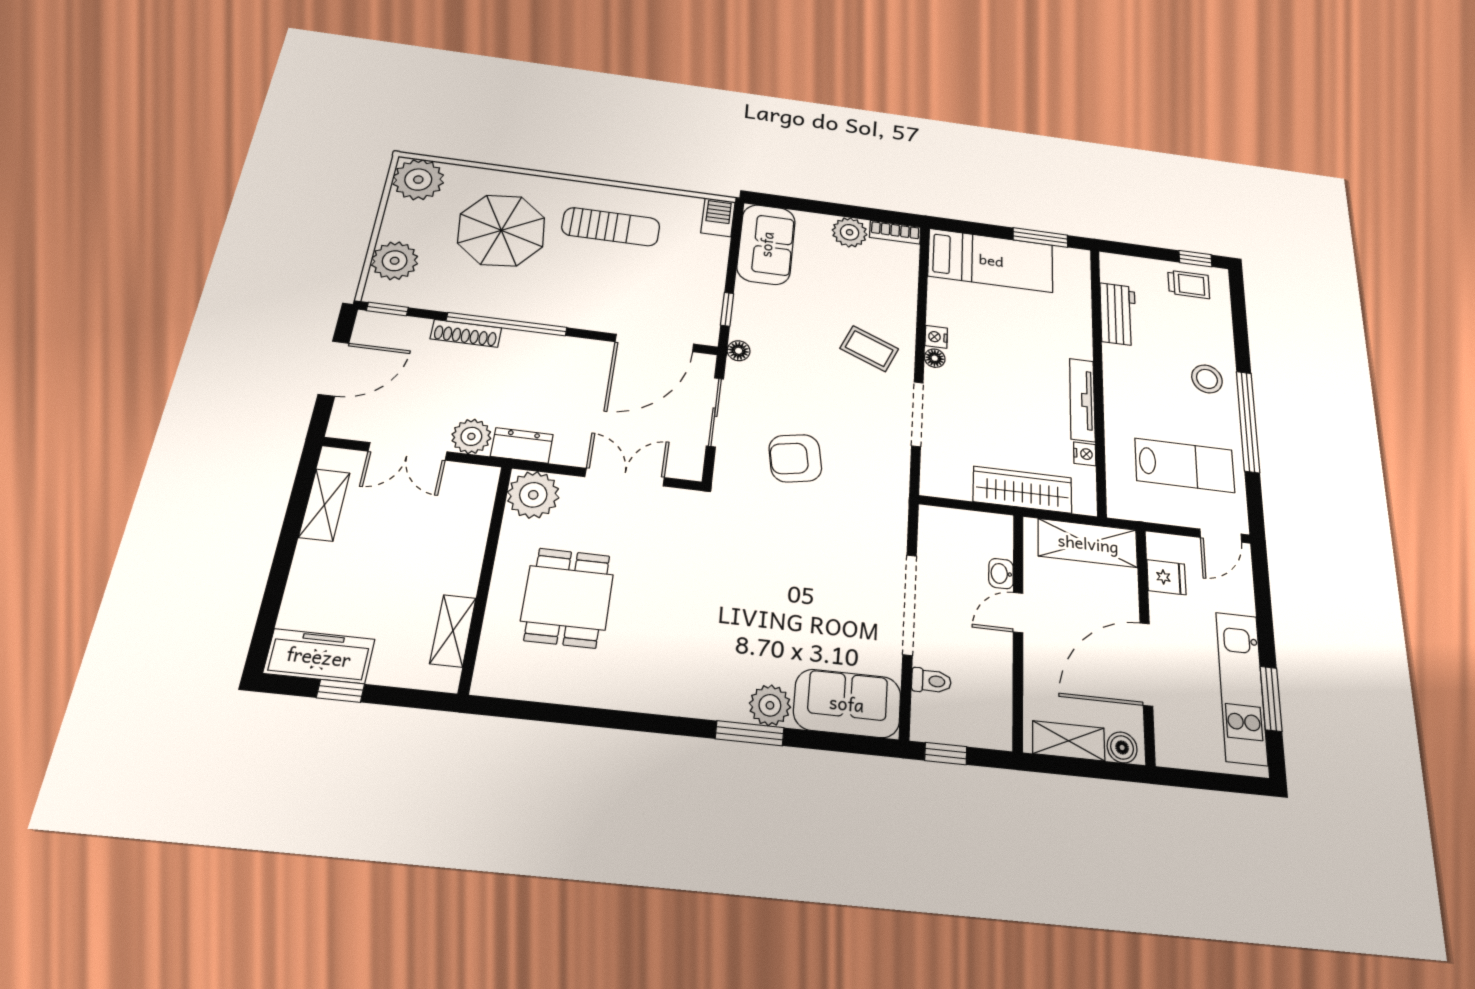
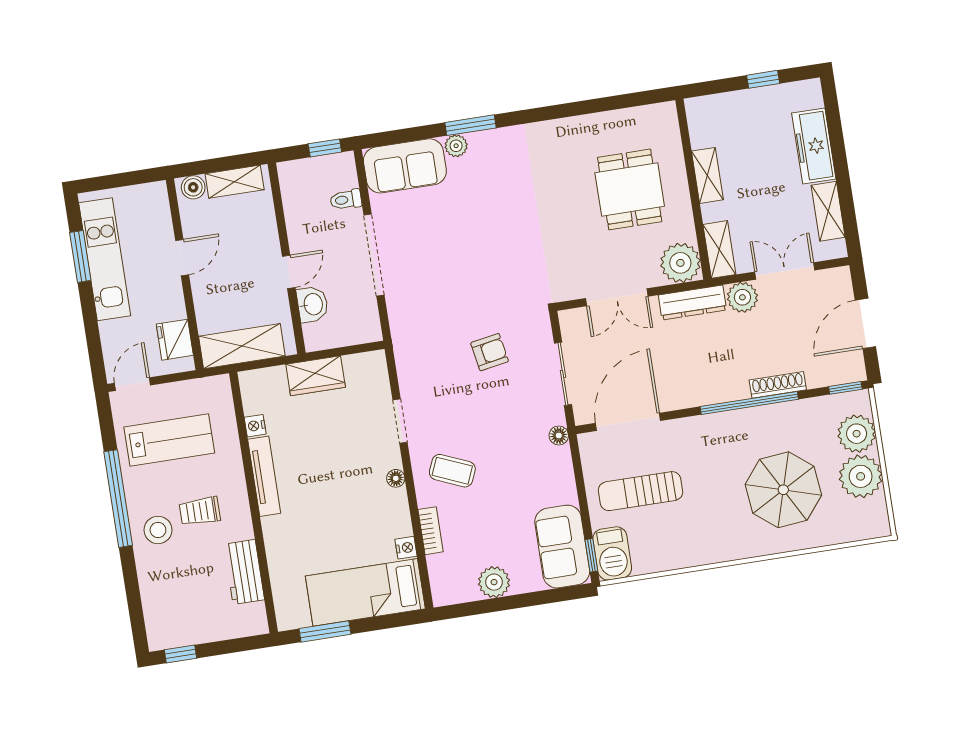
plant: (418, 180) -> (861, 476), moved
barbecue: (718, 217) -> (612, 553), width x1.38, depth x1.27
sun lounger: (611, 227) -> (640, 491), moved
bookcase: (895, 232) -> (431, 531), moved, turned 90
trolley: (1189, 284) -> (200, 511), moved
window: (727, 309) -> (591, 555), moved
nightstand: (936, 337) -> (406, 548), moved
doorway: (917, 414) -> (400, 421), width x0.73
dresser: (522, 445) -> (692, 302), width x1.44
armchair: (795, 458) -> (490, 352), width x0.72, depth x0.72
lab bench: (1185, 465) -> (169, 440), turned 180
wardrobe: (1022, 490) -> (316, 376), width x0.67
shelving: (479, 497) -> (719, 249), added
washbasin: (1001, 574) -> (312, 304), width x1.38, depth x1.45
fridge: (1166, 577) -> (175, 340), width x1.38
shelving: (453, 631) -> (707, 175), moved
freezer: (319, 656) -> (814, 146), moved, turned 90
door: (1146, 664) -> (182, 258), width x0.53
plant: (770, 705) -> (456, 146), width x0.73, depth x0.73

